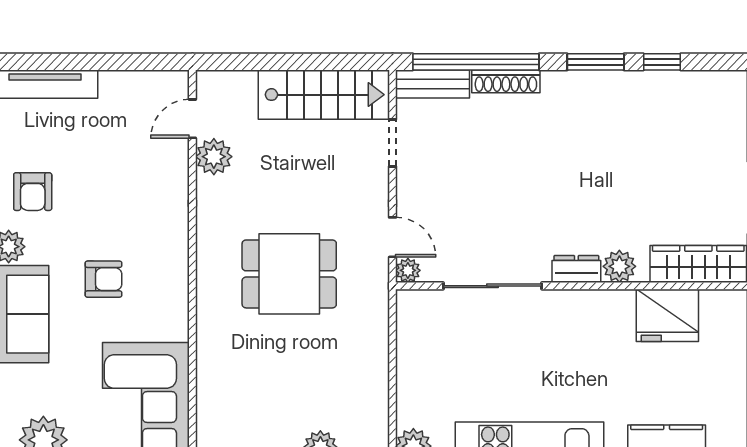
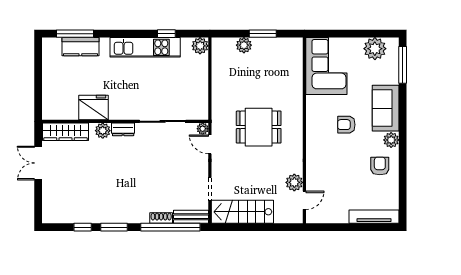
shoe rack: (506, 81) -> (161, 218), width x0.70
fridge: (667, 315) -> (93, 108), moved

